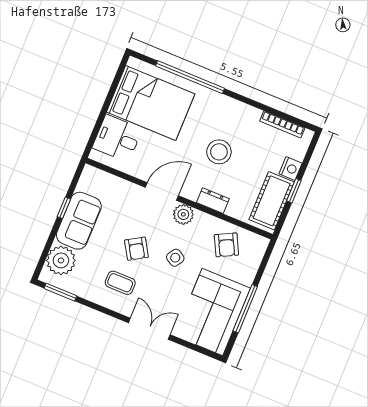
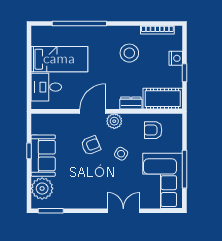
bed: (151, 103) -> (59, 59), width x0.67
stool: (219, 152) -> (129, 53), moved
cot: (272, 201) -> (163, 99), moved, turned 90
armchair: (226, 245) -> (153, 130), turned 117
armchair: (136, 249) -> (91, 145), moved, turned -81
coffee table: (120, 283) -> (90, 187), removed

